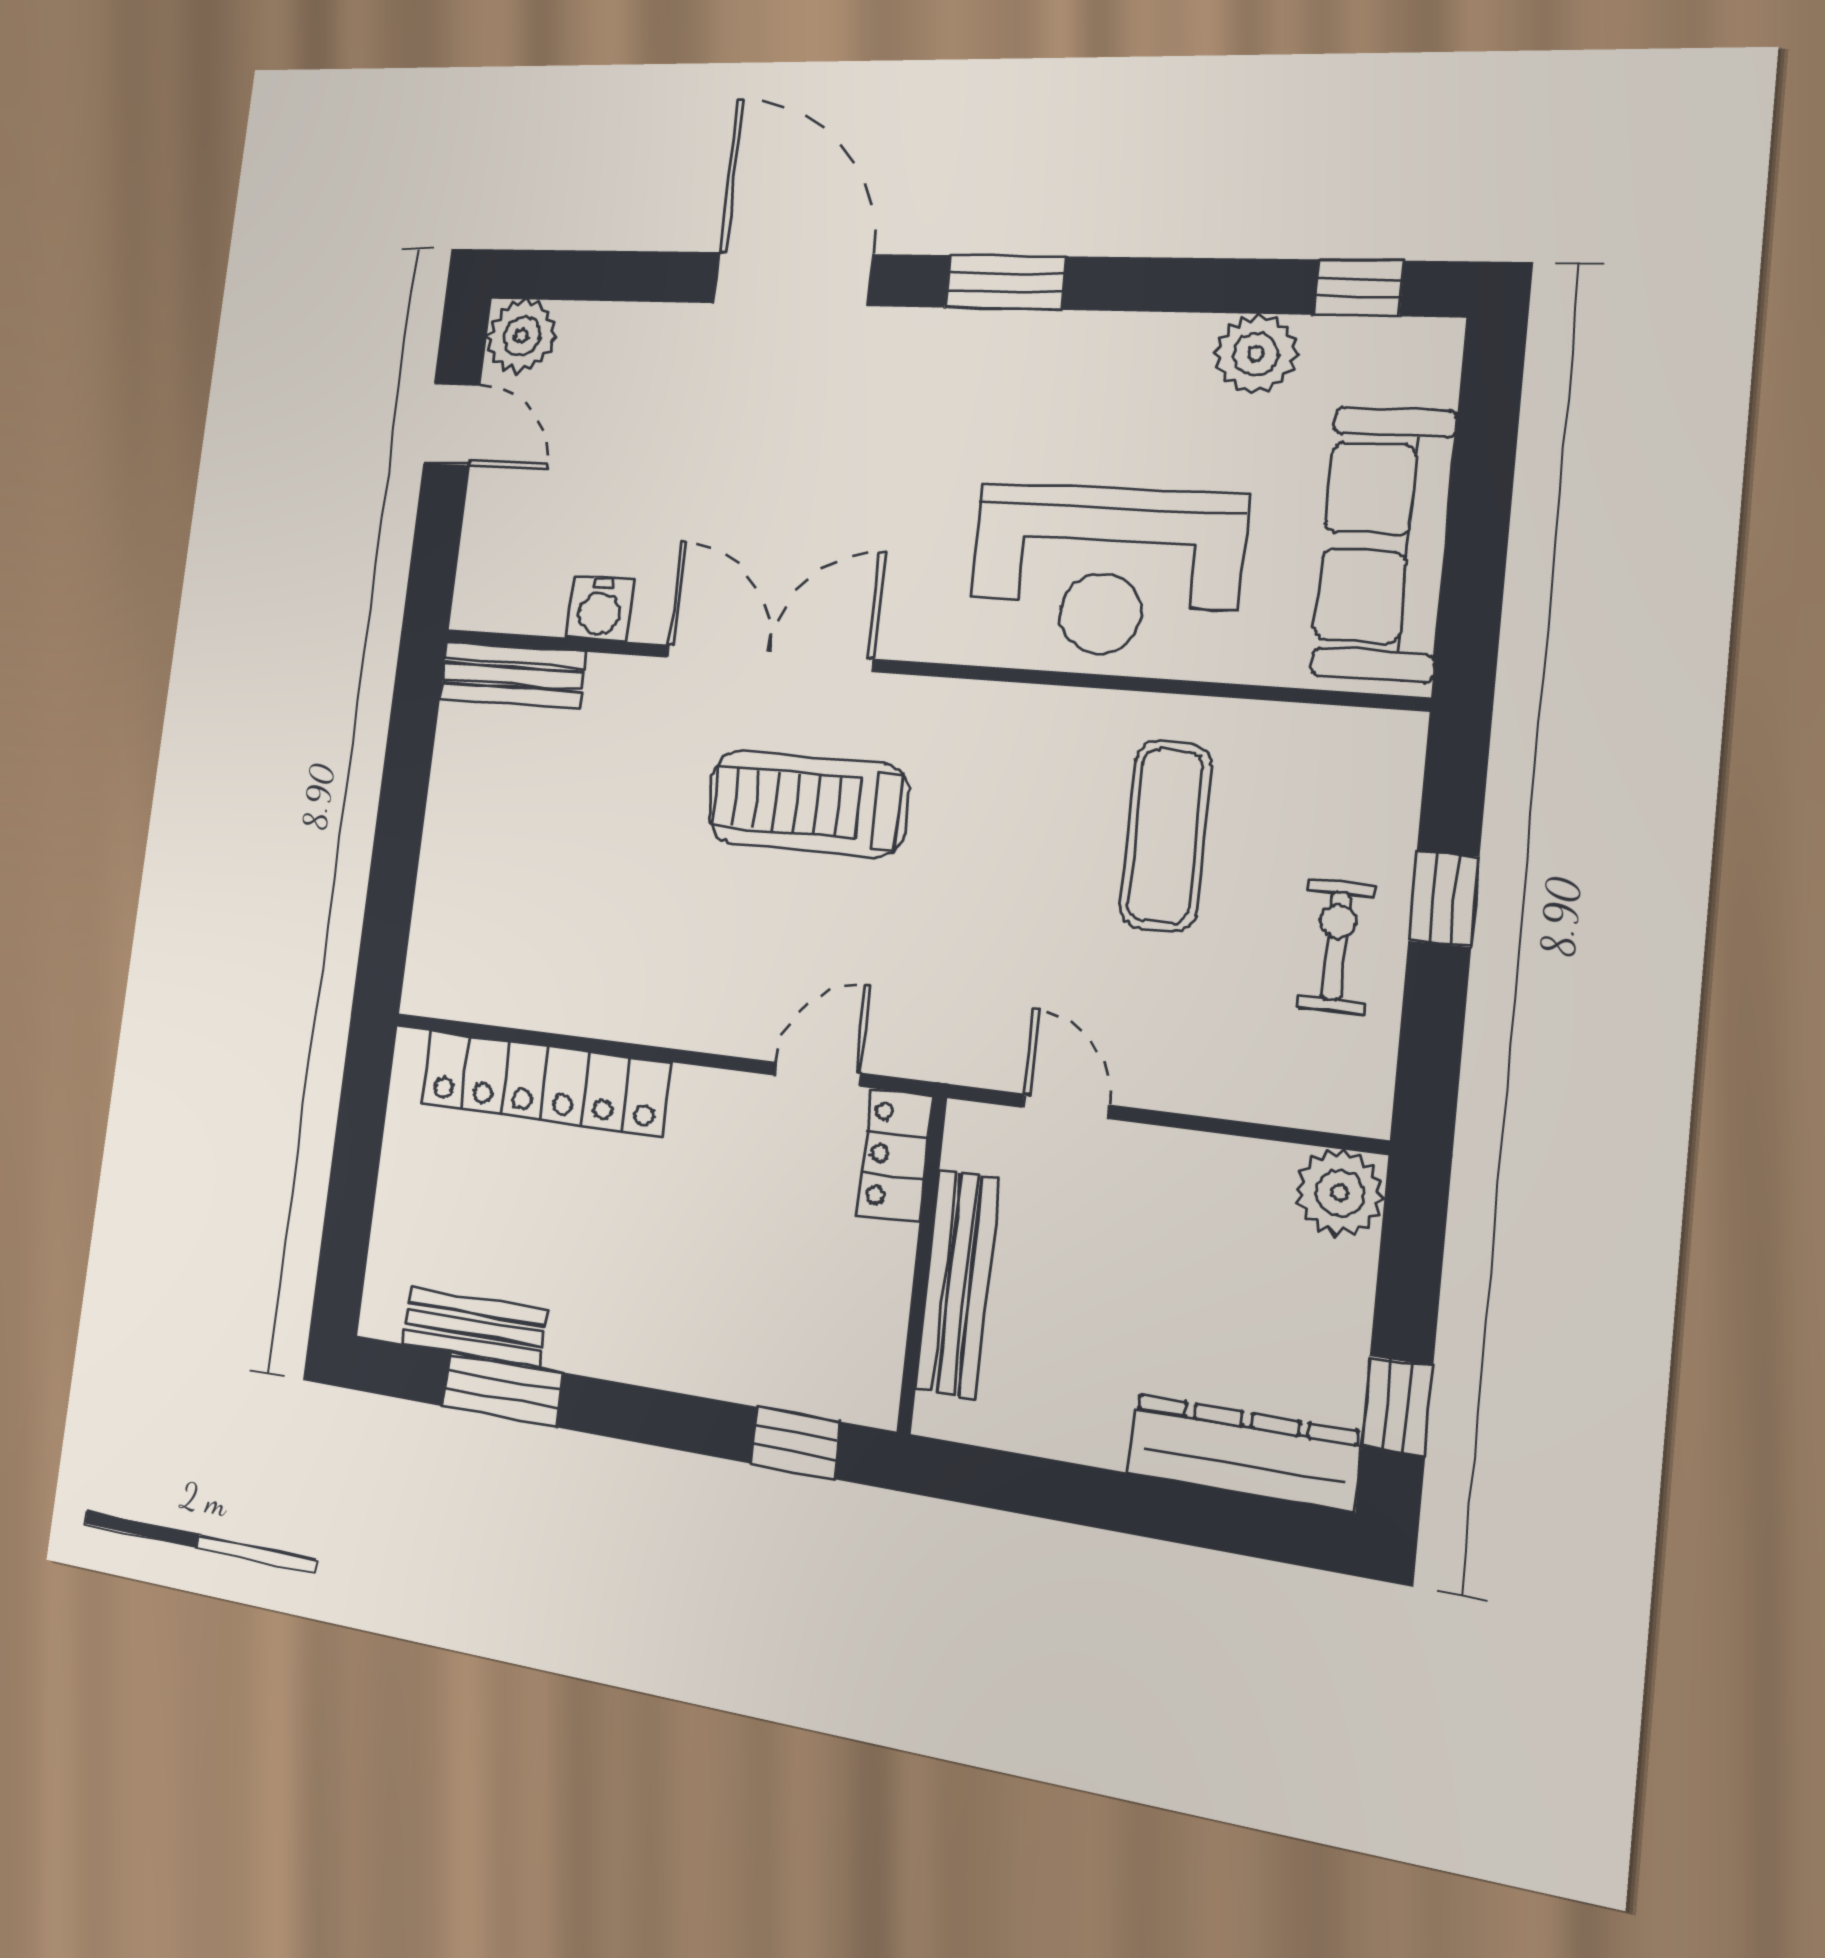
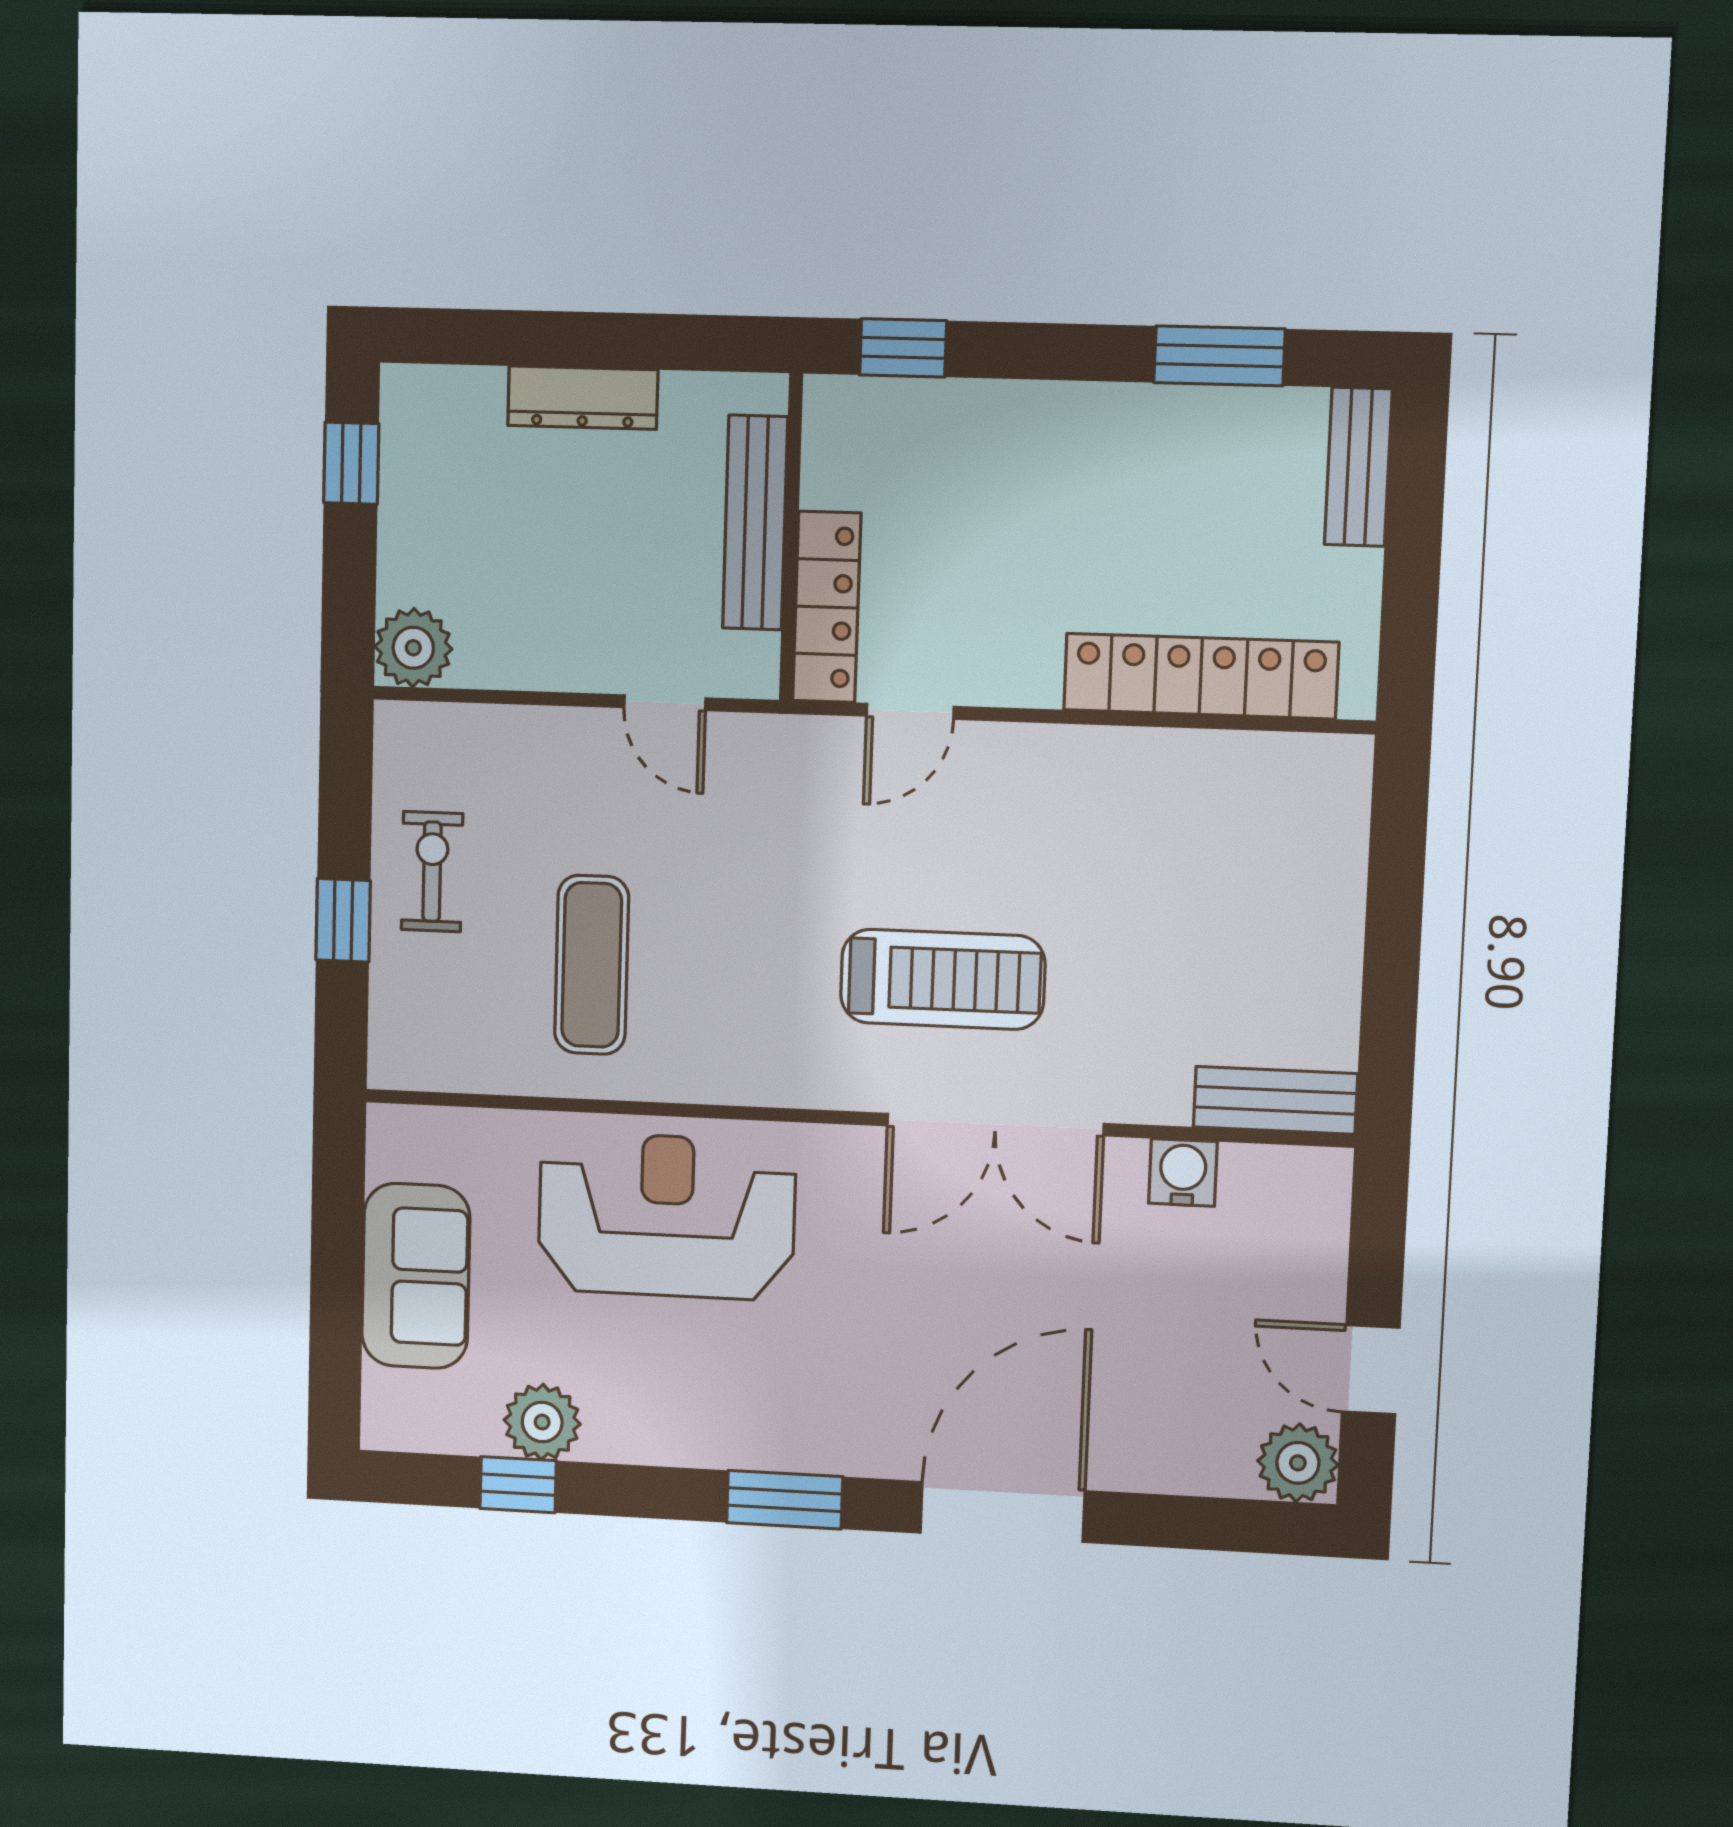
door: (792, 279) -> (1002, 1512), swing flipped
window: (1359, 288) -> (518, 1485), moved
sofa: (1384, 543) -> (416, 1276), width x0.73
exercise bike: (1336, 946) -> (432, 872), turned 180
locker: (895, 1155) -> (827, 607), width x1.53
bench: (474, 1327) -> (1358, 467), moved, turned 90
dresser: (1244, 1452) -> (583, 398), moved, width x0.73, depth x0.80

